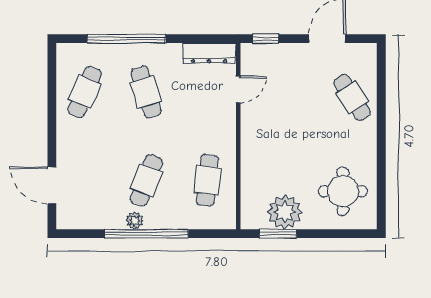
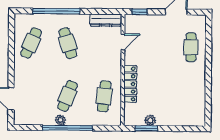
cafe table: (352, 97) -> (191, 47), turned 33
locker: (251, 159) -> (130, 84), added
round table: (343, 191) -> (185, 103), removed
plant: (285, 212) -> (150, 120), width x0.53, depth x0.53

